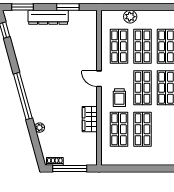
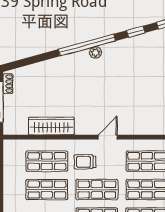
window: (12, 56) -> (136, 32), added
wardrobe: (90, 119) -> (51, 126), width x1.50
plant: (40, 128) -> (96, 53), moved

